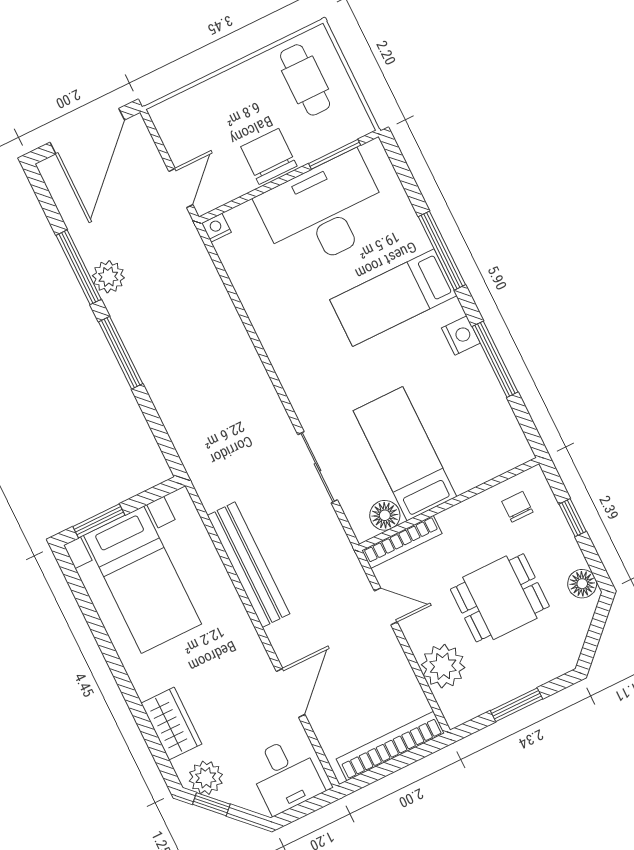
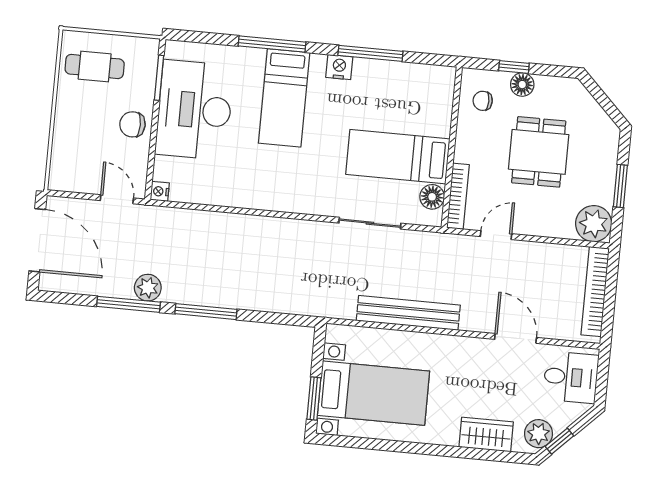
chair: (269, 156) -> (132, 124), width x0.73, depth x0.73
floor lamp: (582, 584) -> (522, 85), moved
plant: (443, 666) -> (594, 224), moved

